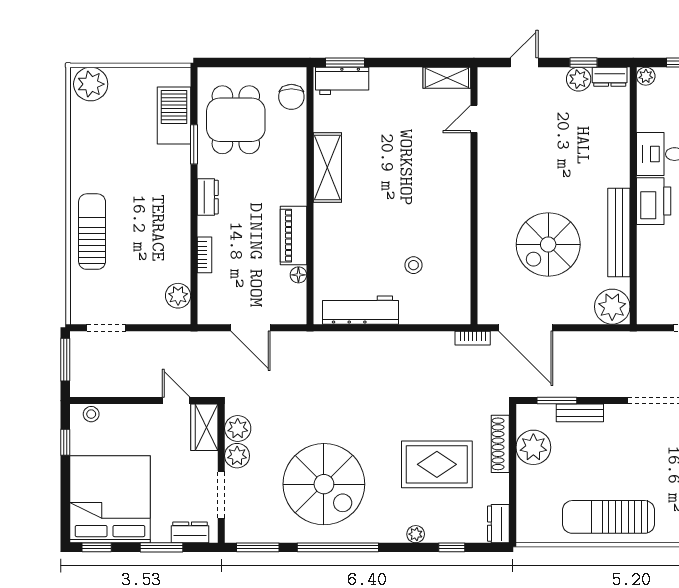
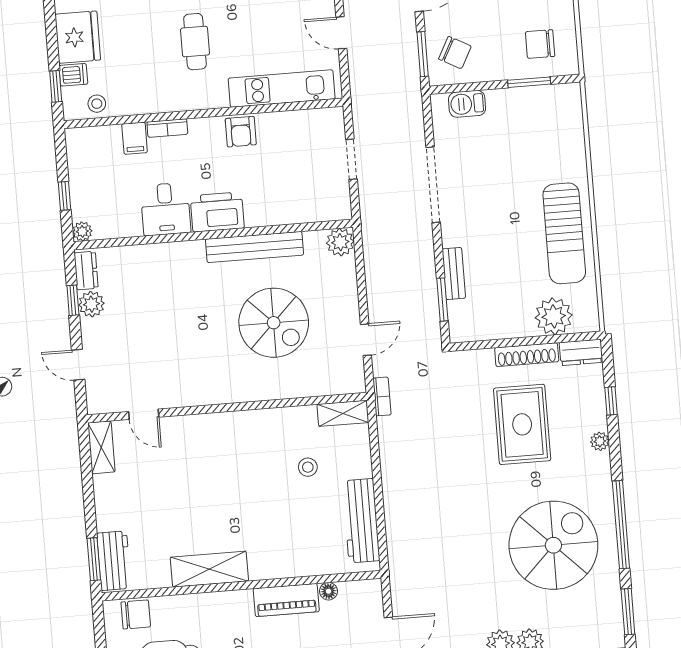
shelving: (460, 301) -> (343, 413), added
plant: (612, 307) -> (340, 242), width x0.73, depth x0.73
door: (526, 328) -> (366, 340), width x0.53
shoe rack: (500, 444) -> (527, 355), moved
plant: (533, 447) -> (554, 316), moved

